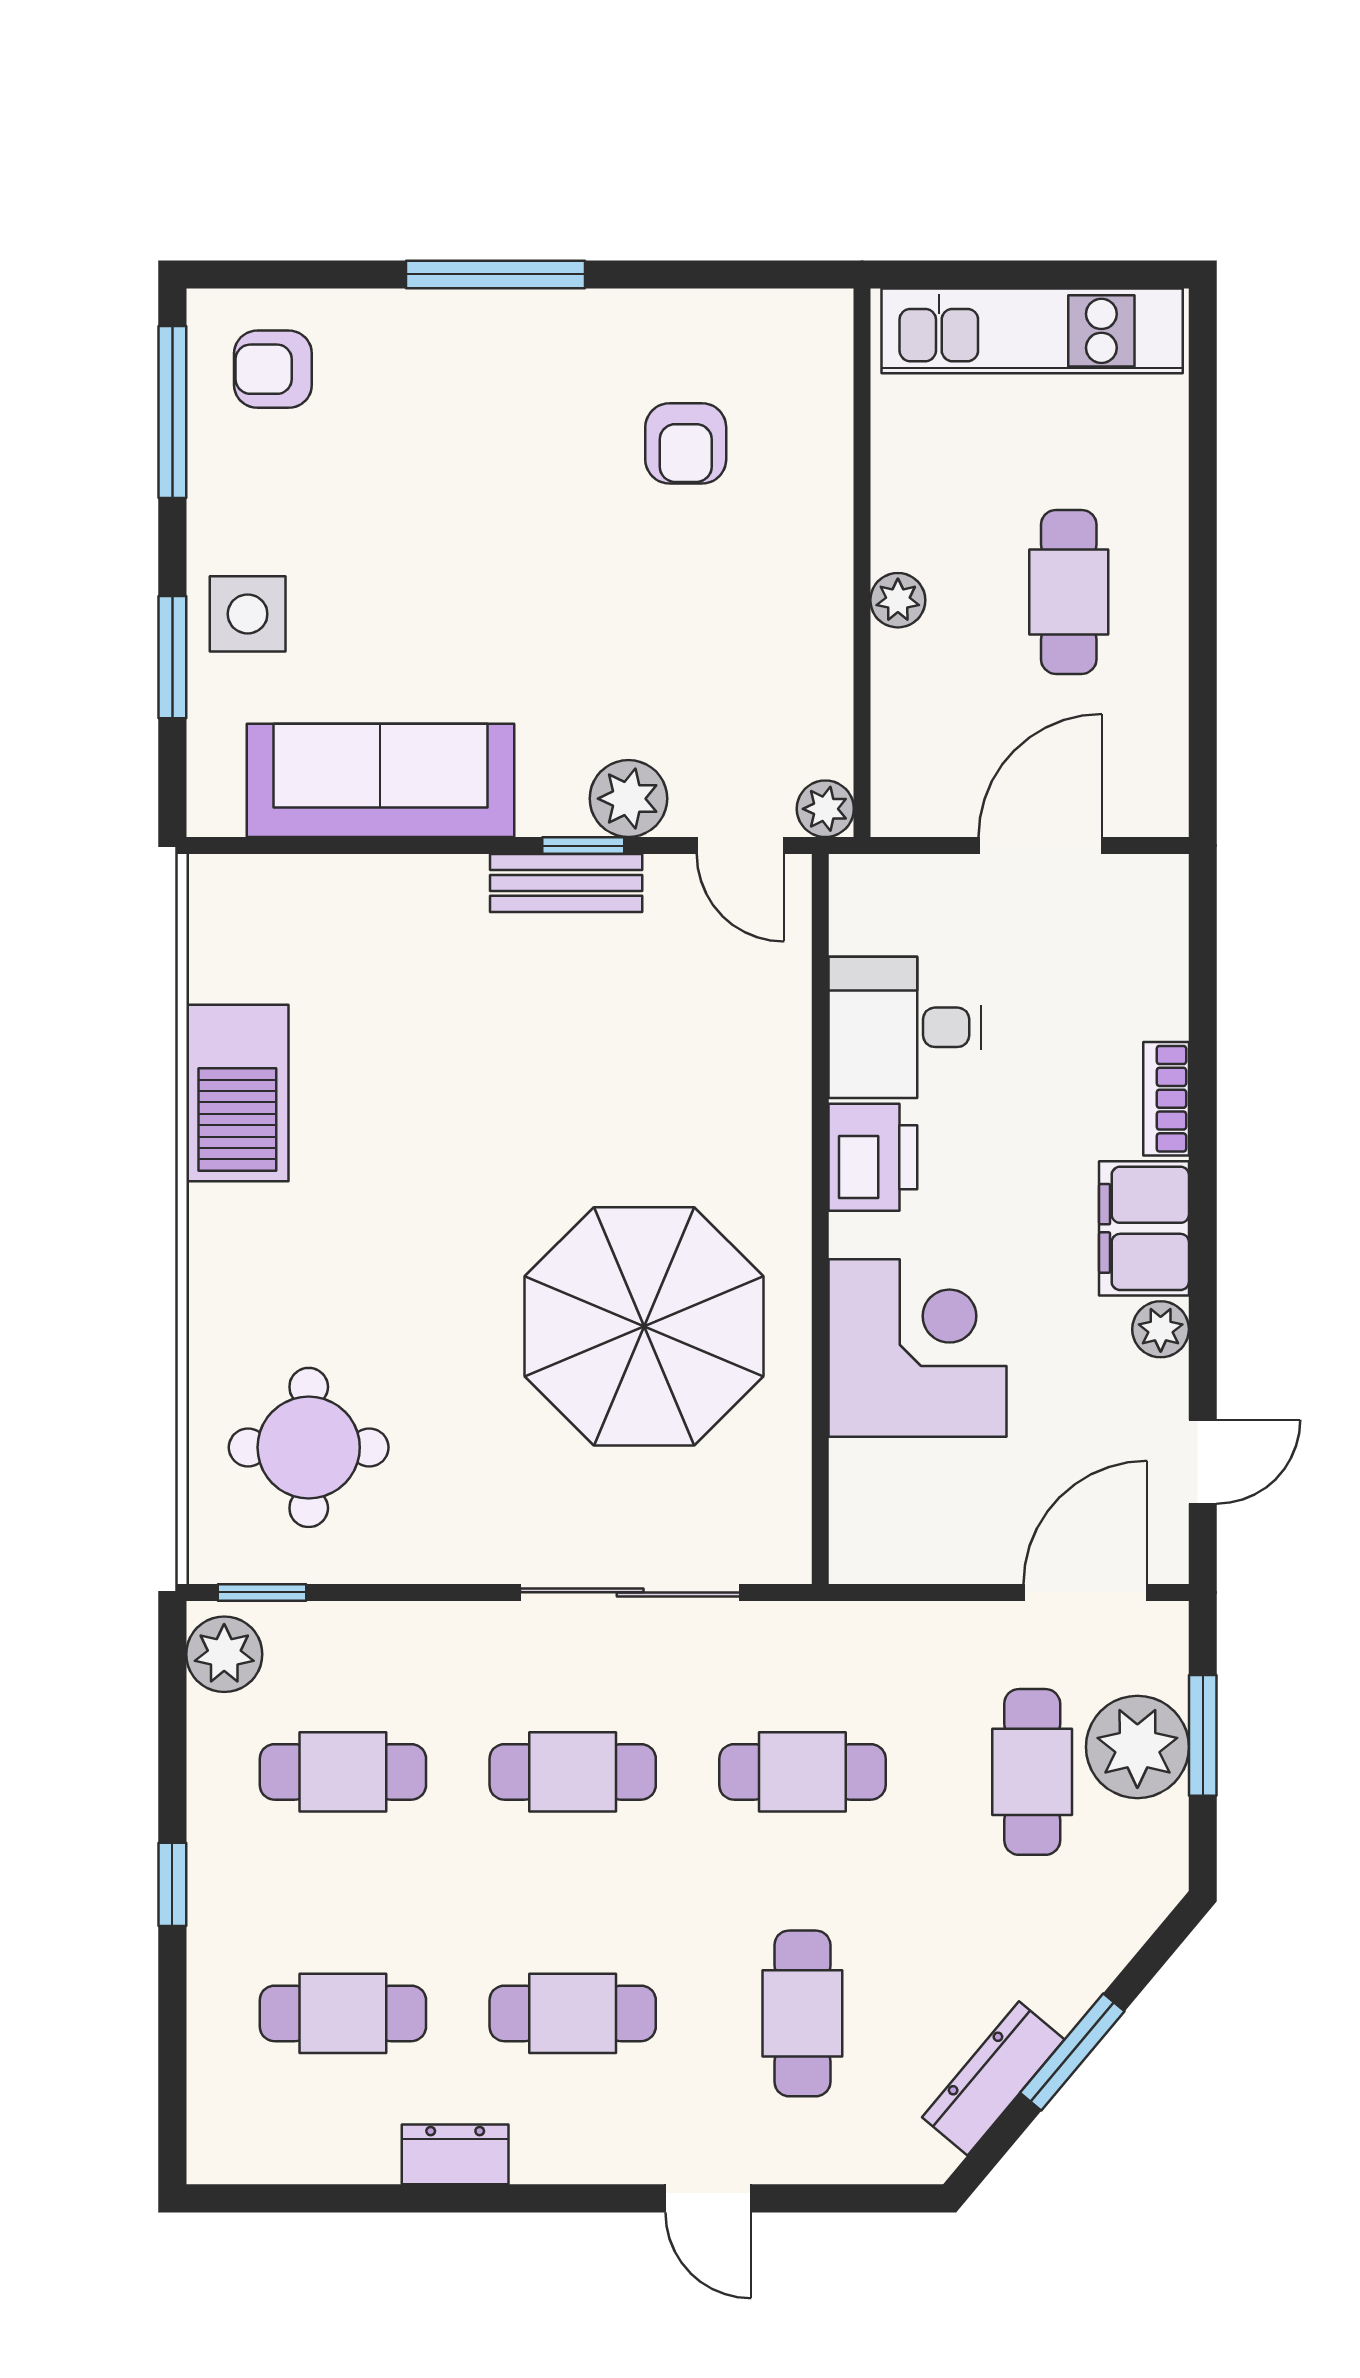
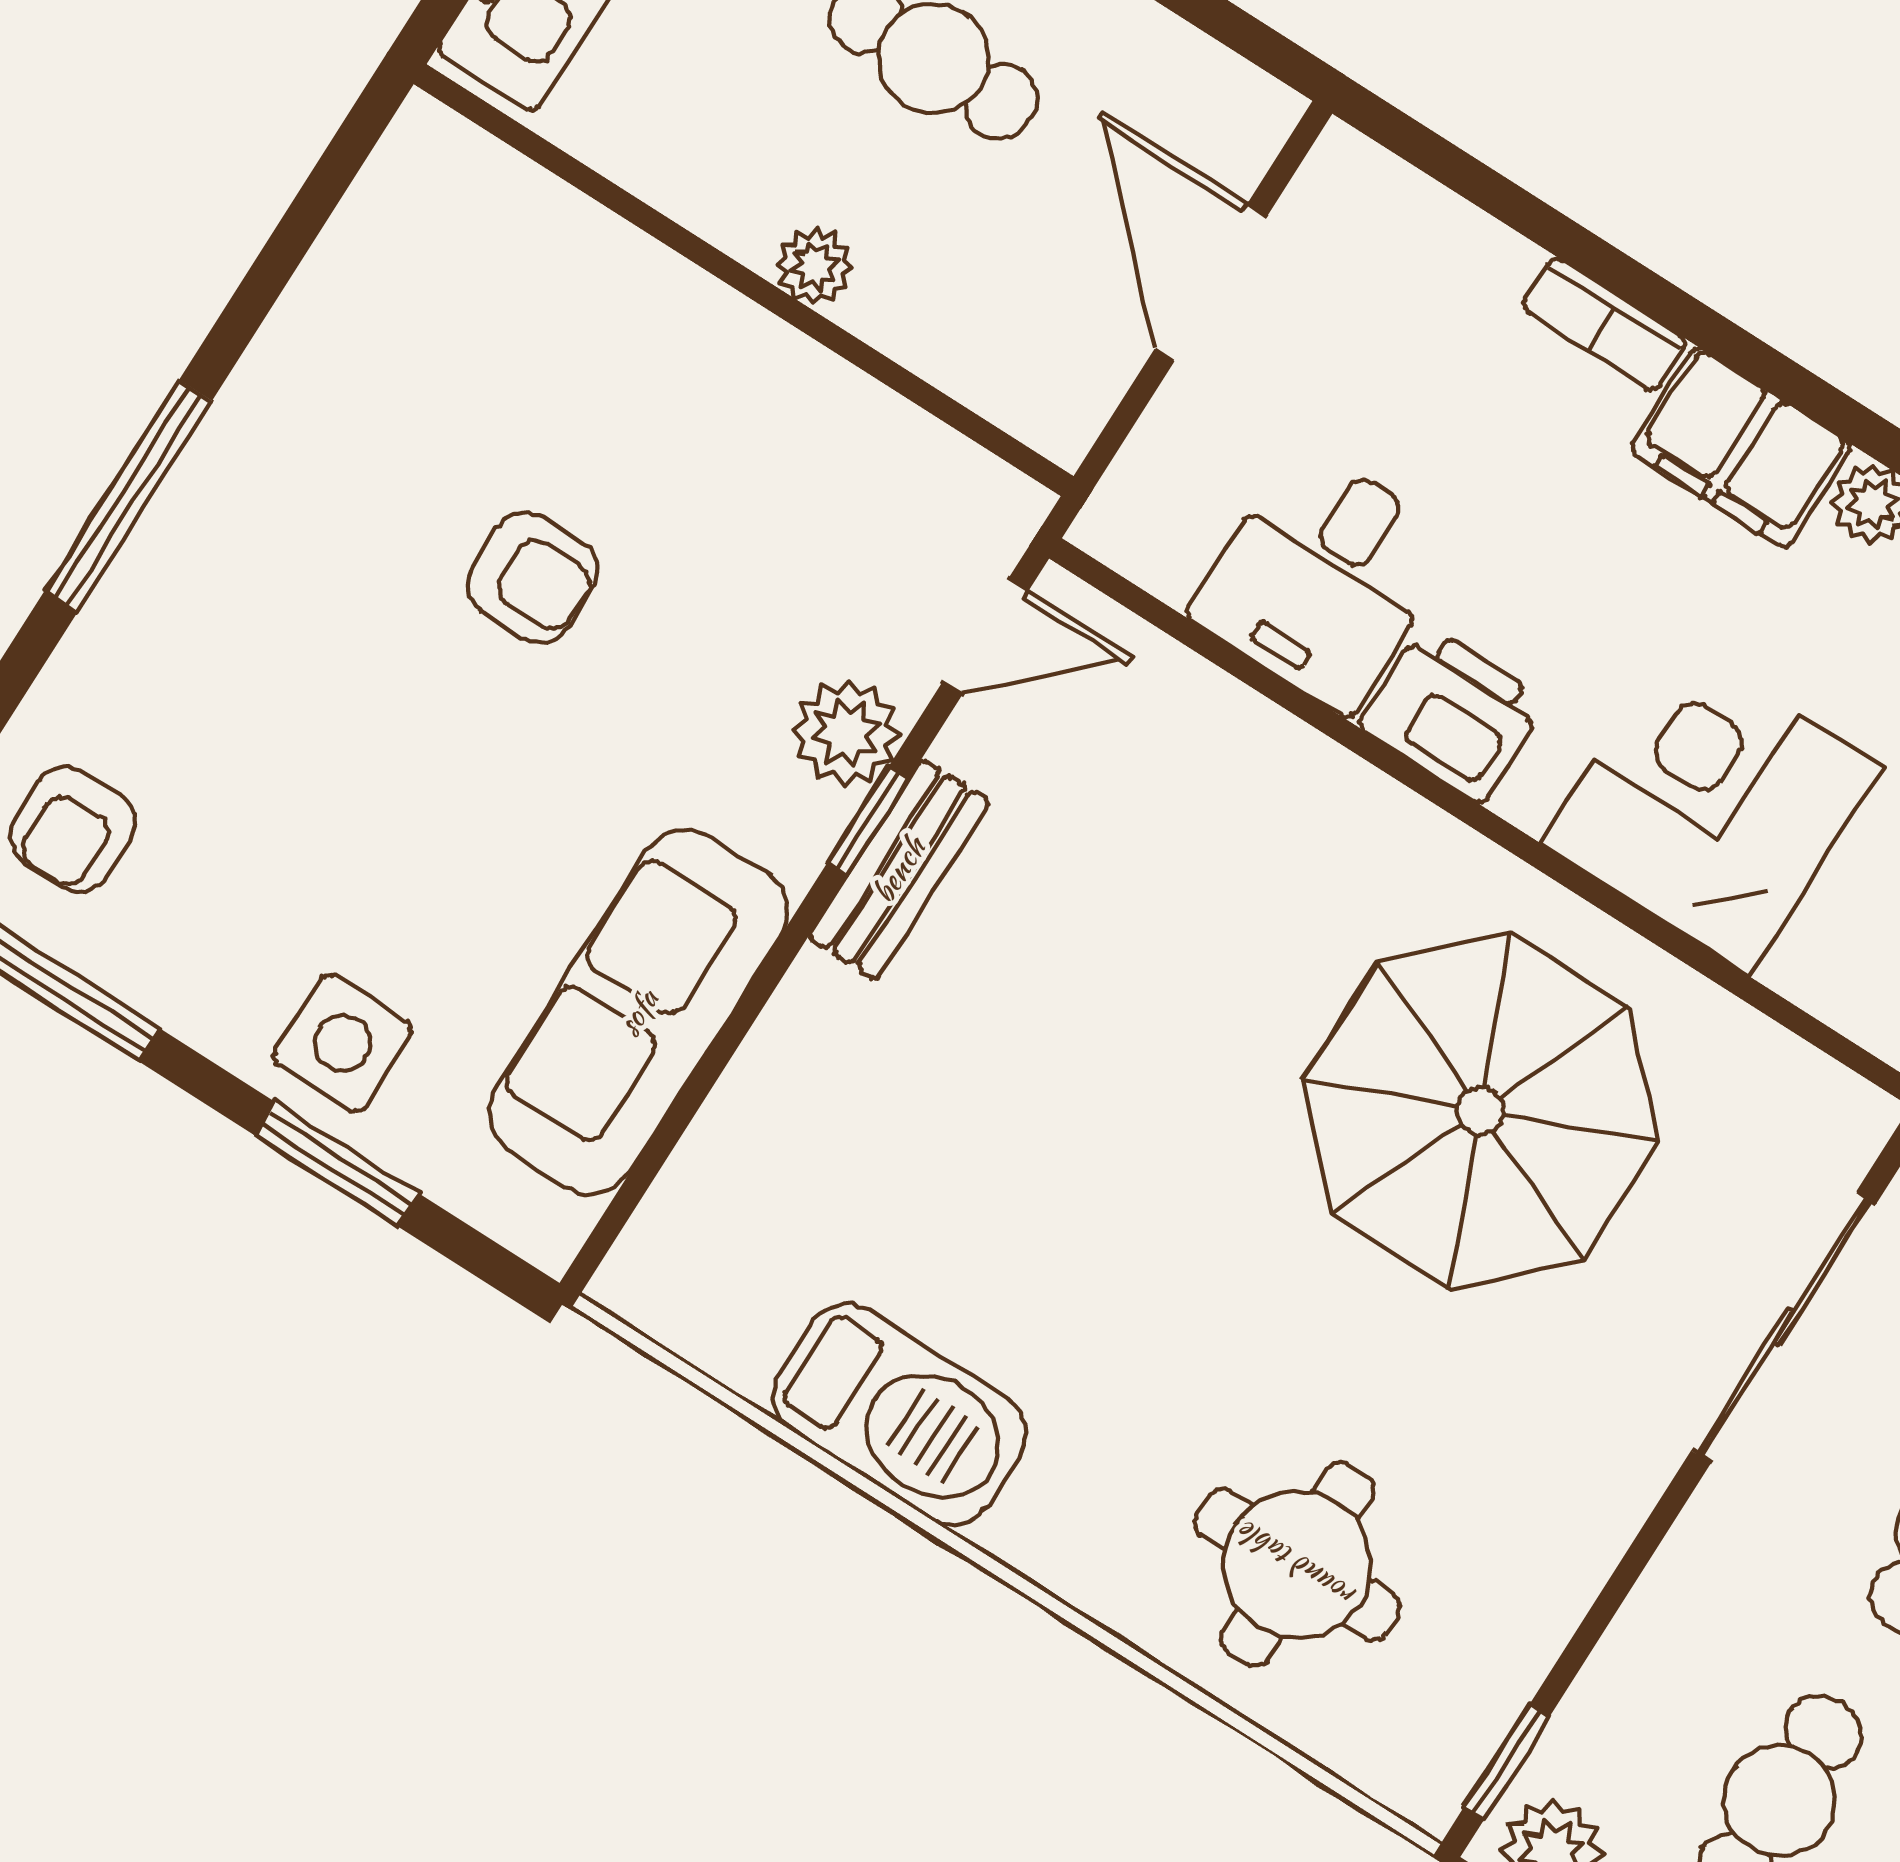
armchair: (686, 443) -> (533, 577), moved
plant: (825, 809) -> (1006, 508), removed
round table: (309, 1447) -> (1297, 1565), moved

